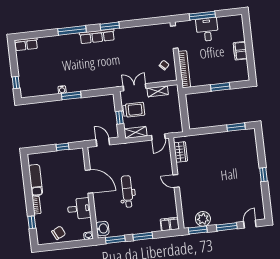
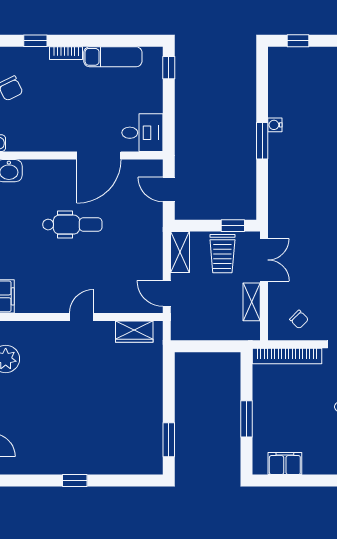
filing cabinet: (240, 51) -> (285, 463), moved
window: (120, 118) -> (233, 226), moved
door: (103, 142) -> (169, 190), swing flipped
window: (62, 147) -> (169, 68), moved
desk: (79, 209) -> (142, 133), moved, turned -90

